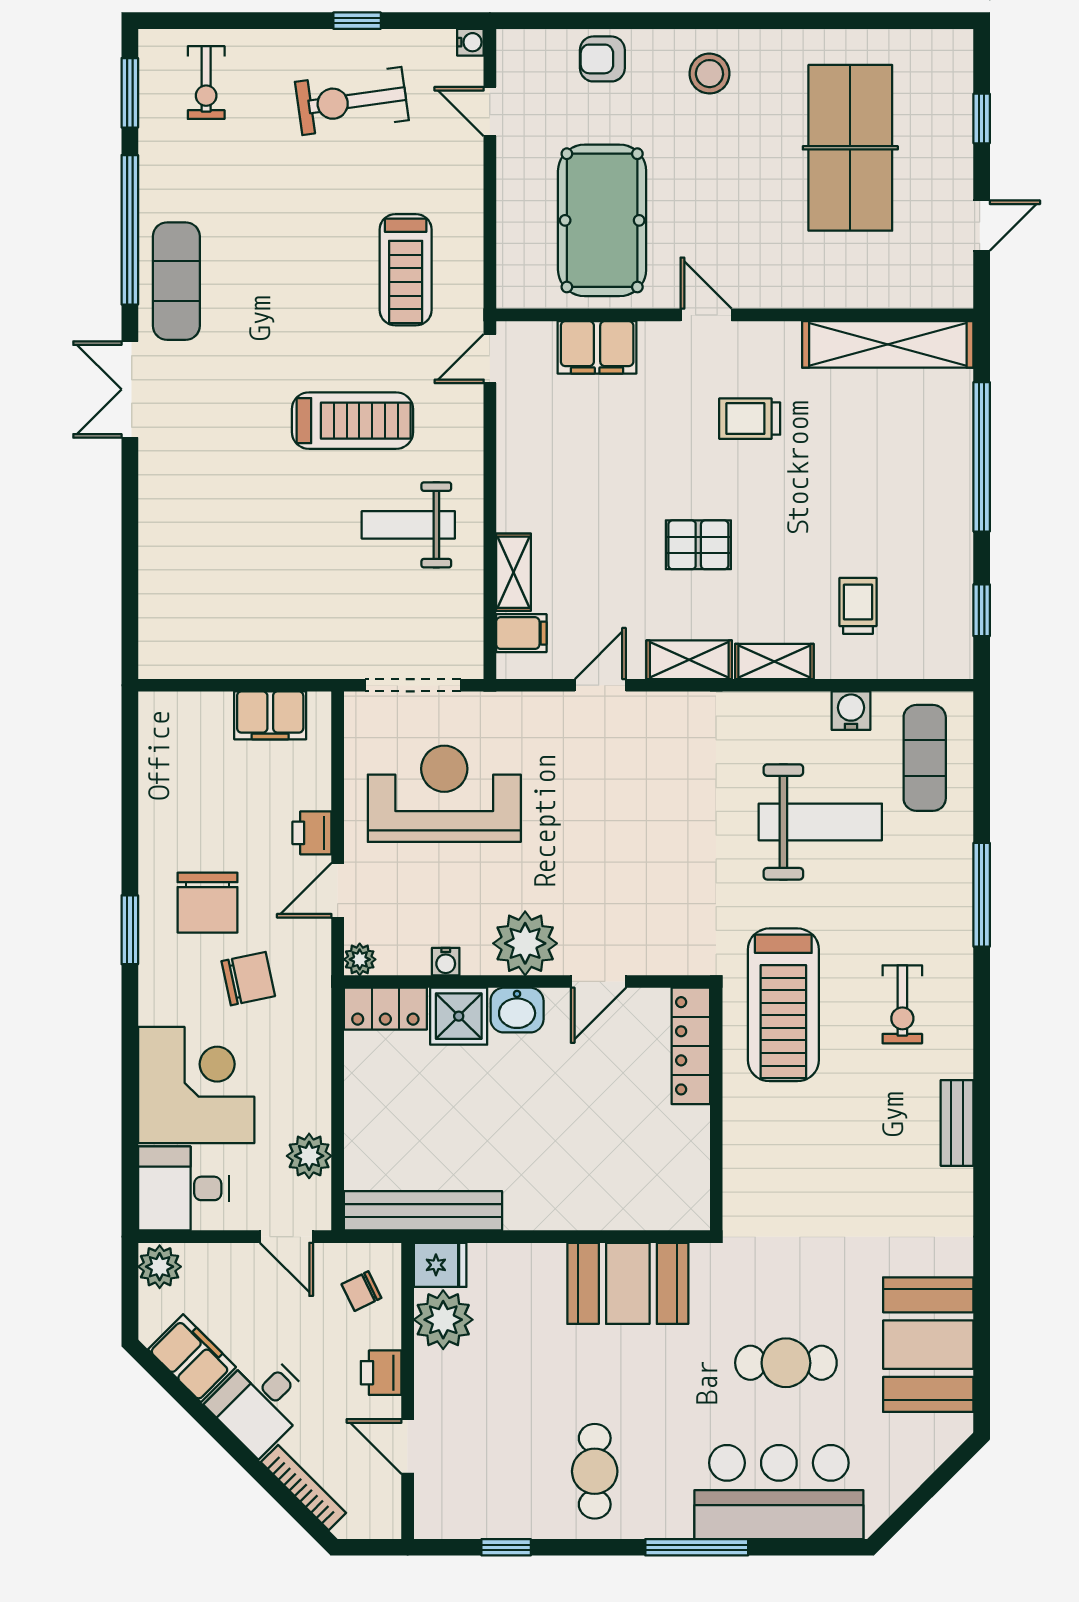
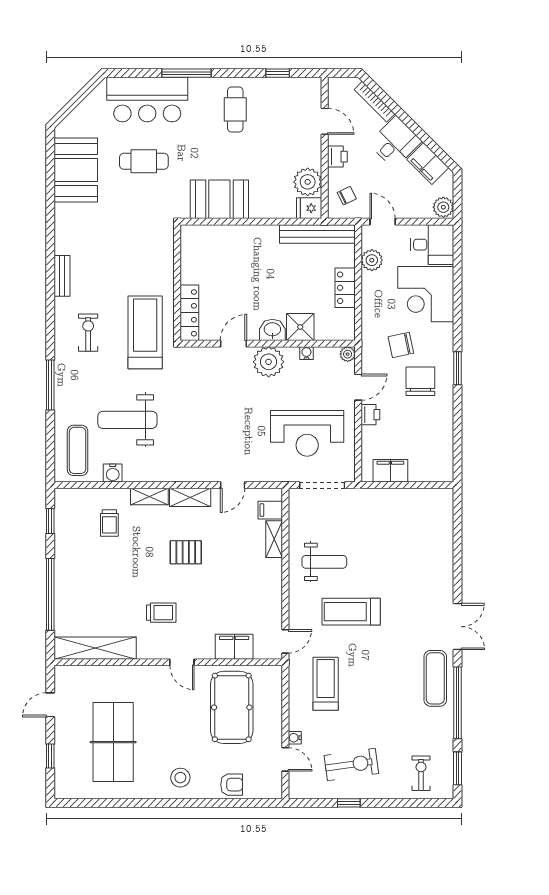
water cooler: (470, 42) -> (295, 738), moved
locker: (385, 1009) -> (345, 288), moved, turned -90

